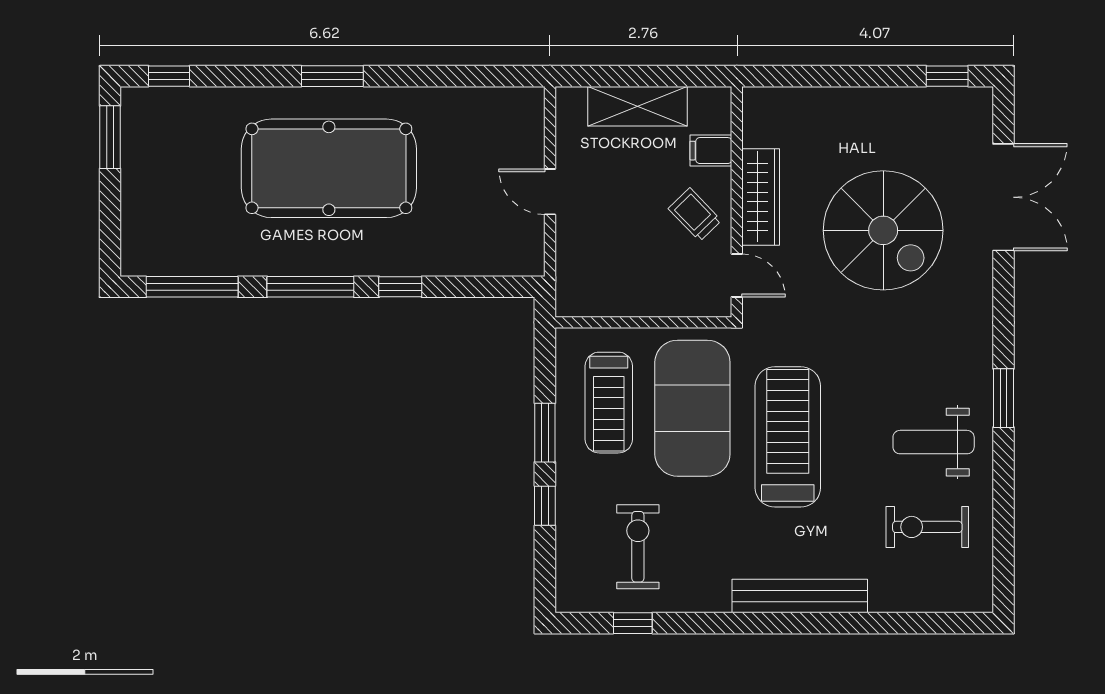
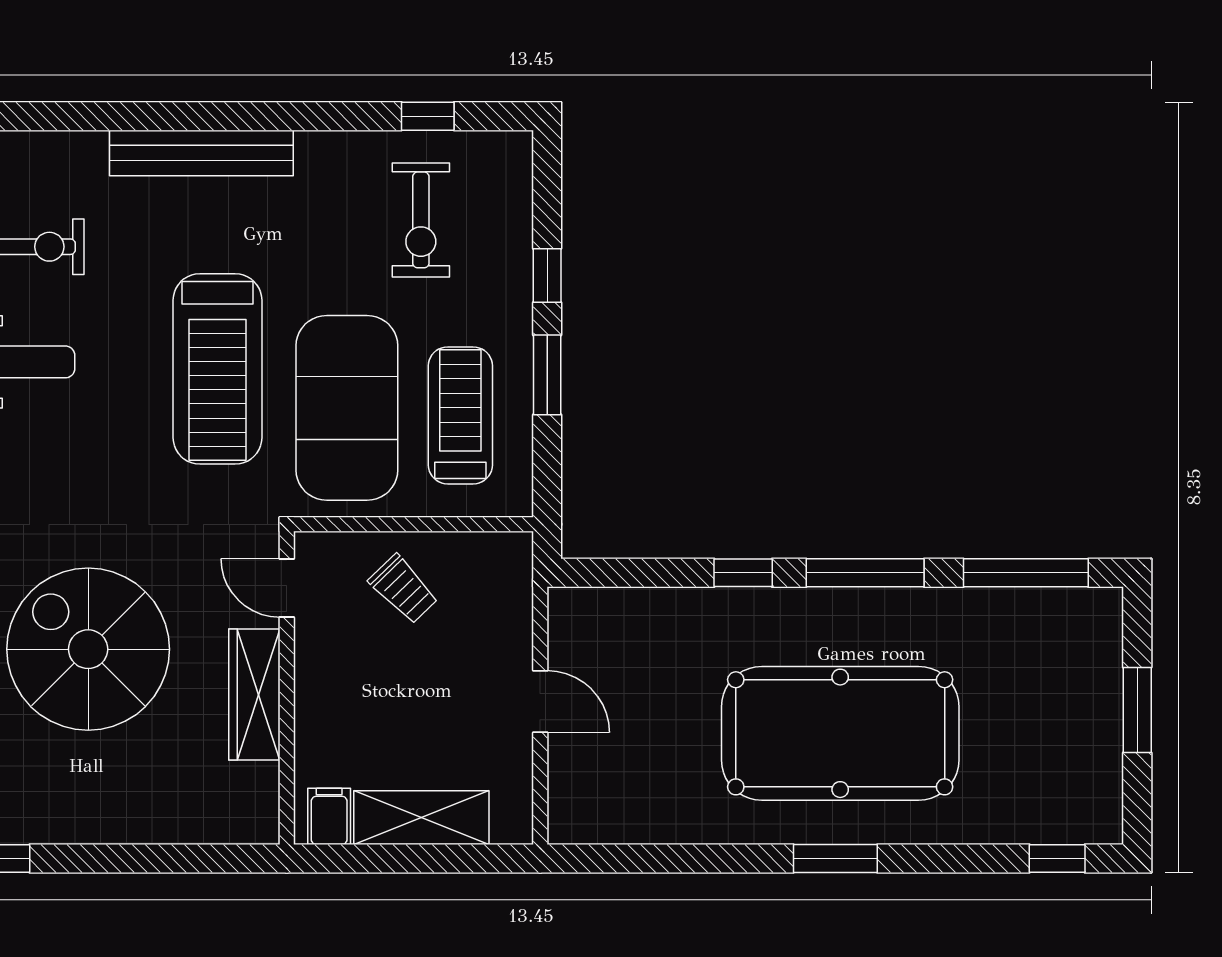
window: (110, 137) -> (1137, 710), moved
filing cabinet: (711, 151) -> (329, 816), moved, turned -90
trolley: (695, 215) -> (403, 589), moved

